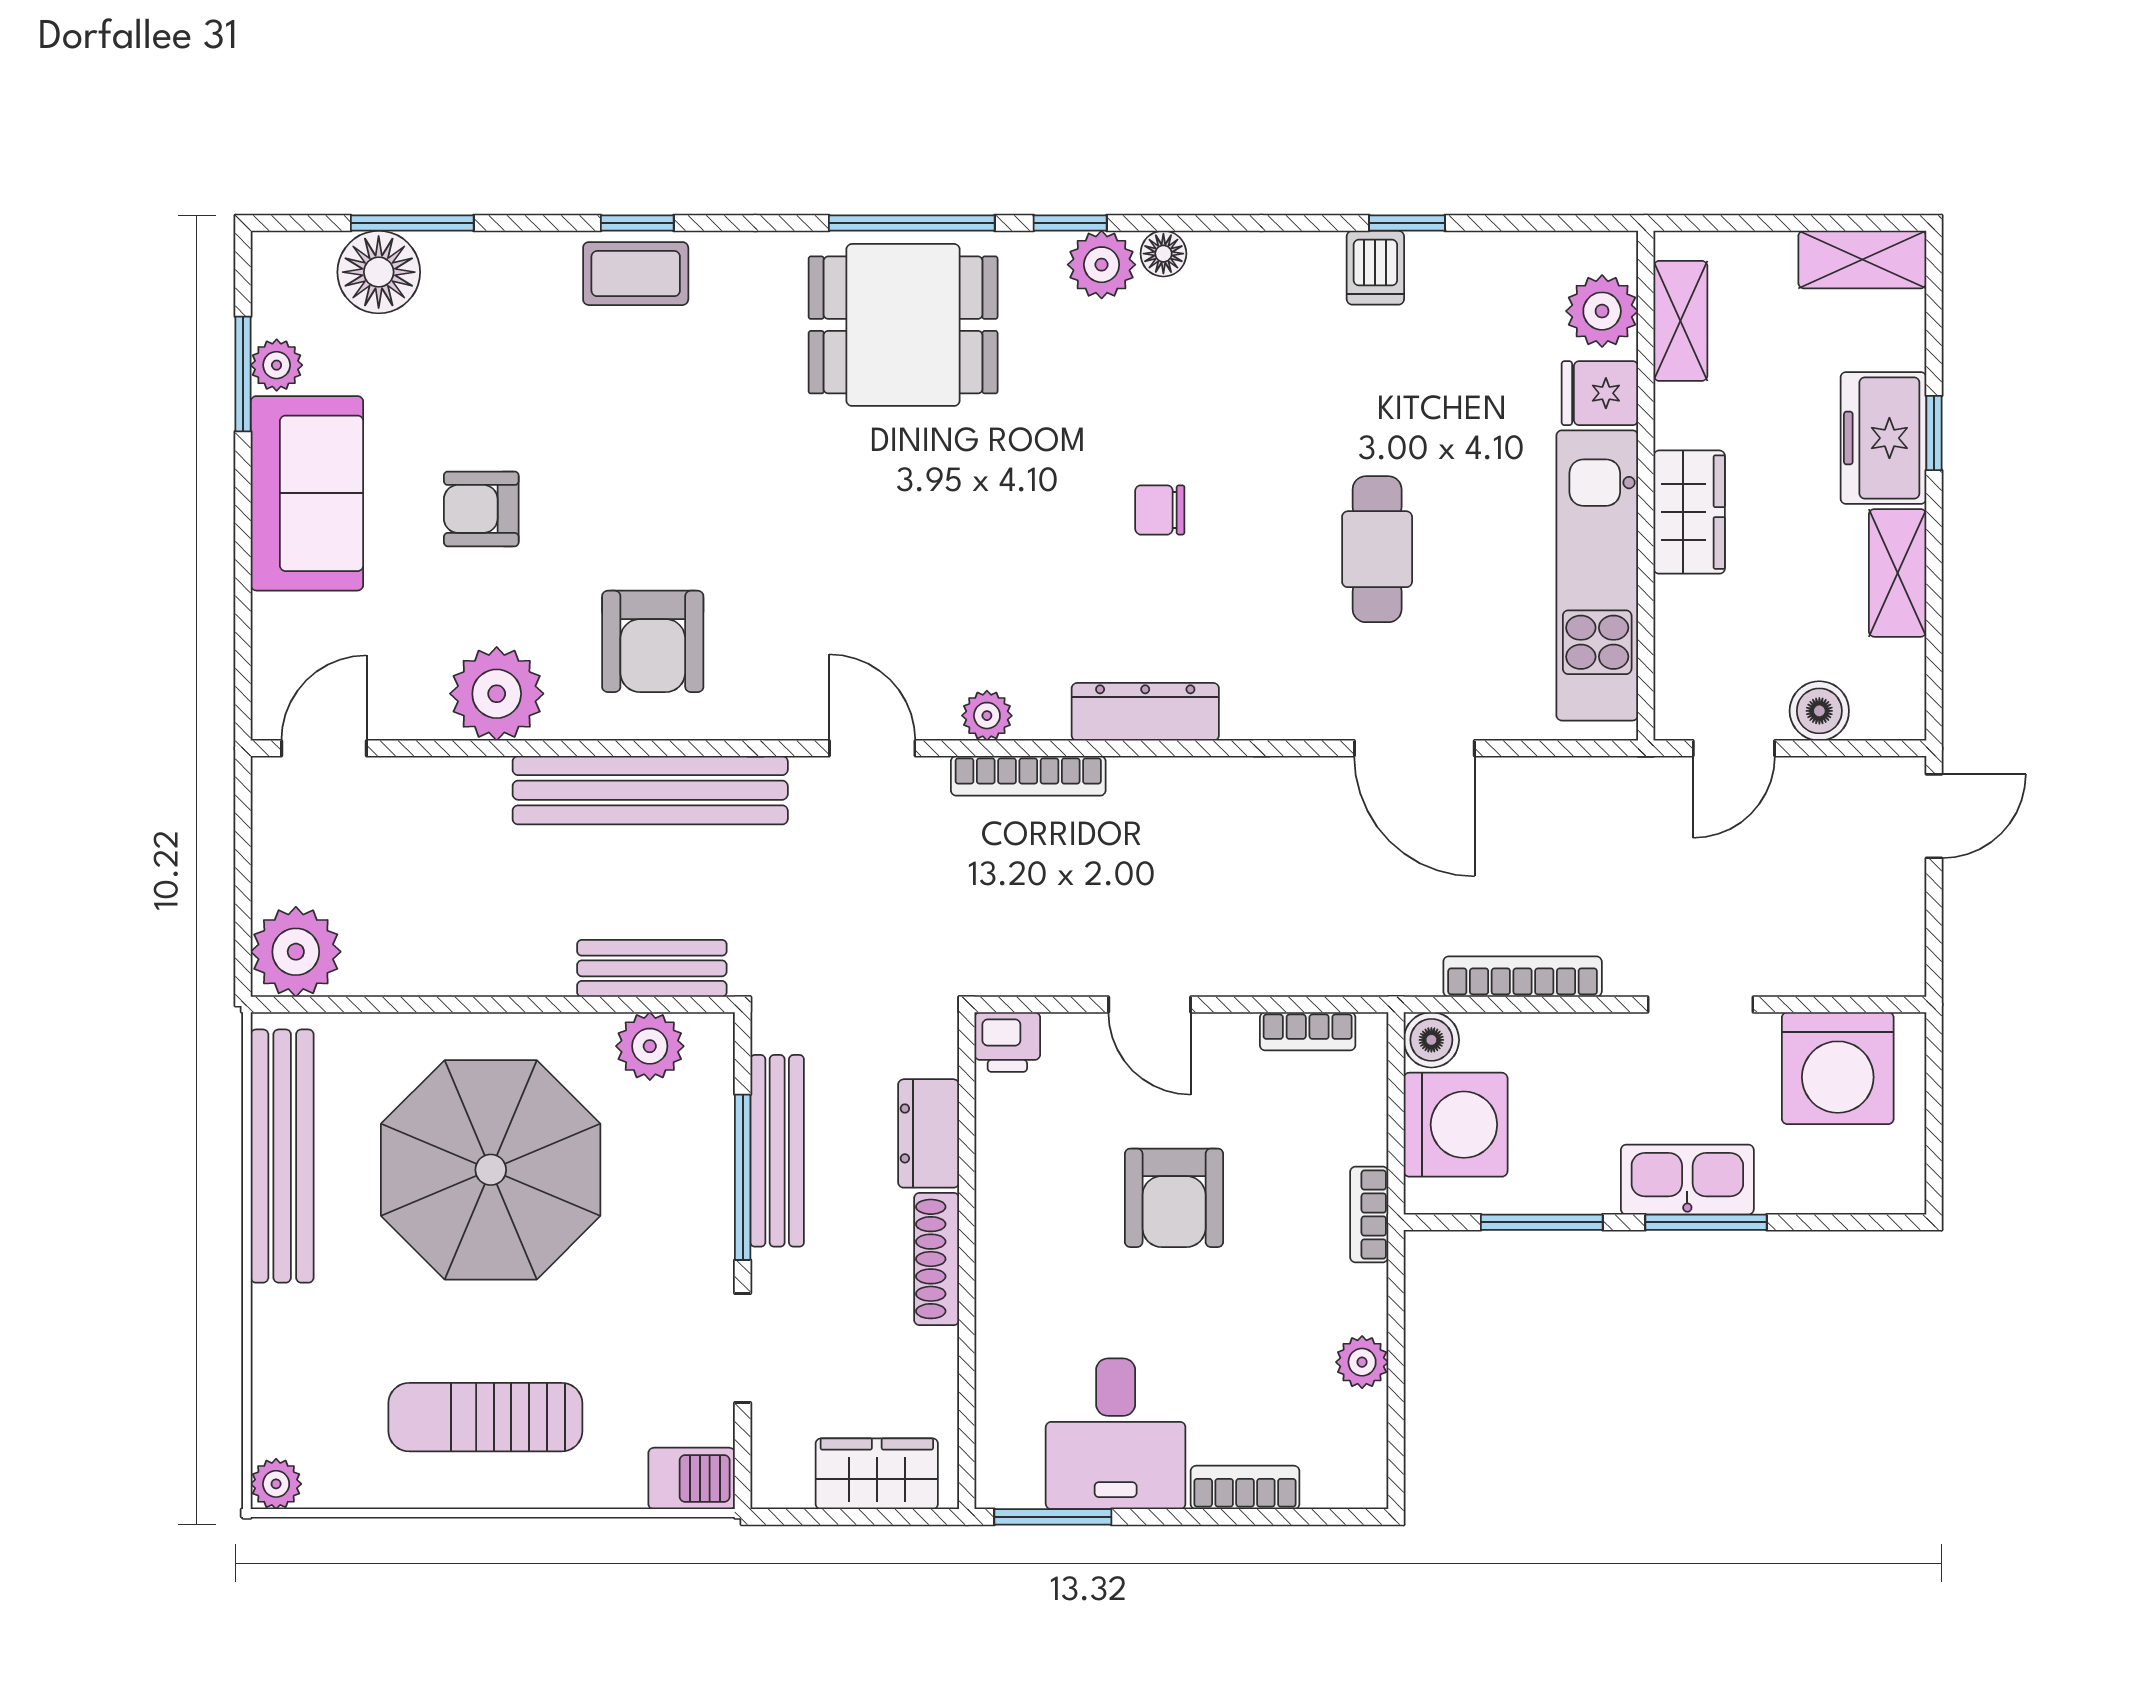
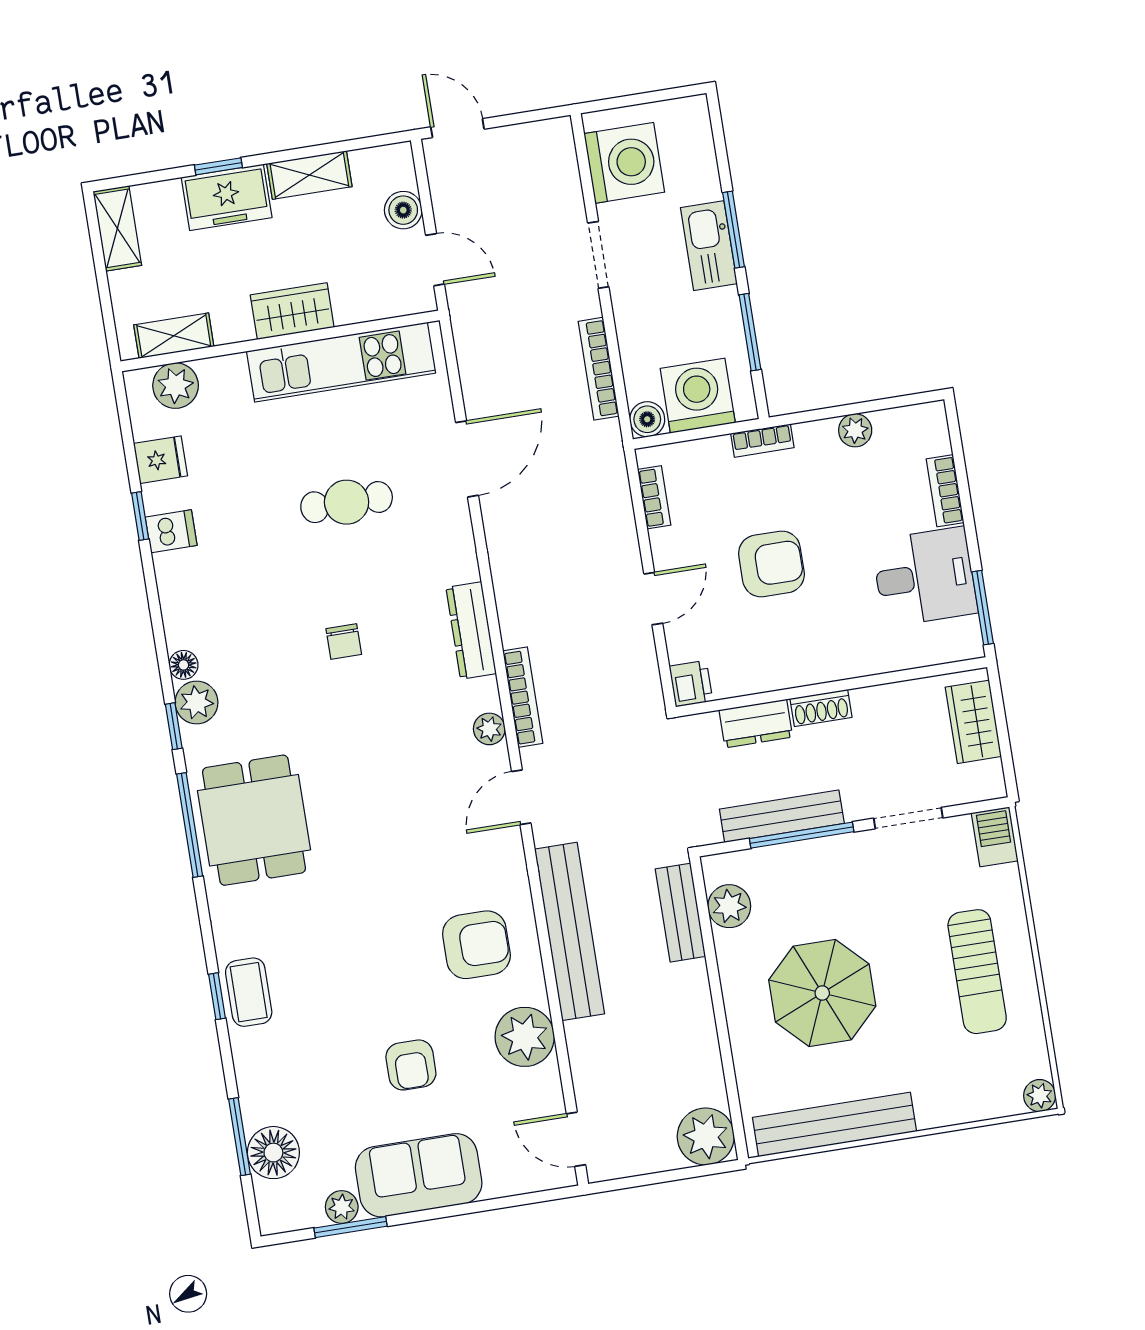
fridge: (1600, 393) -> (160, 460), moved, turned -90
parasol: (491, 1170) -> (822, 993), width x0.73, depth x0.73
shoe rack: (937, 1259) -> (821, 708), width x0.70

